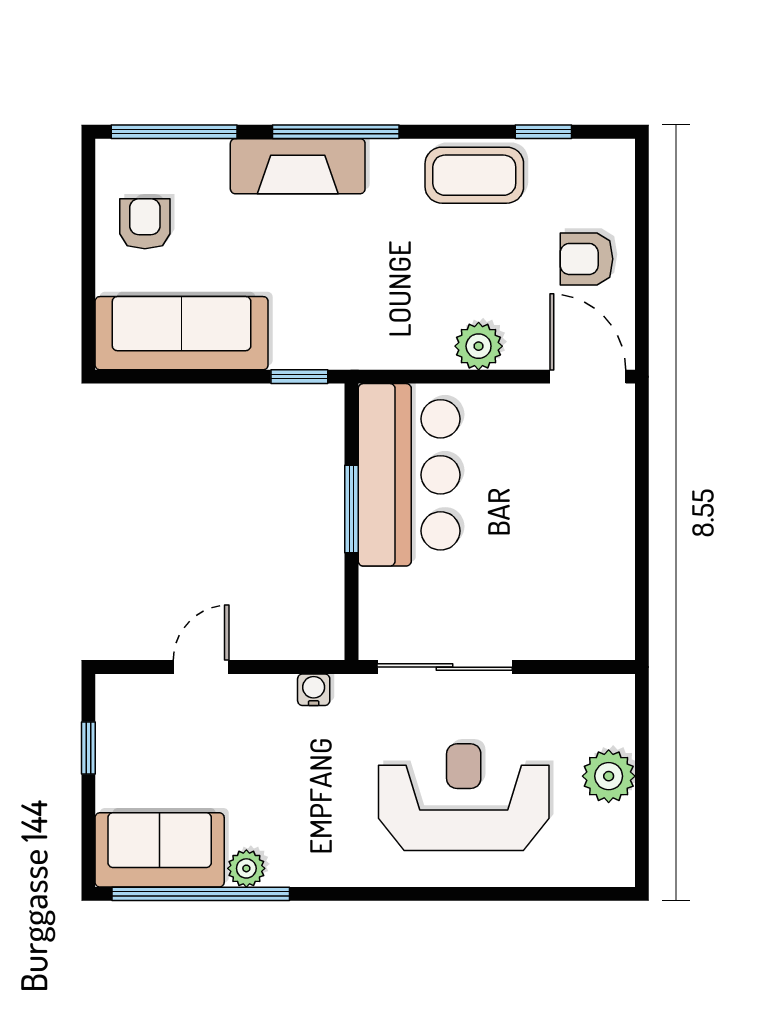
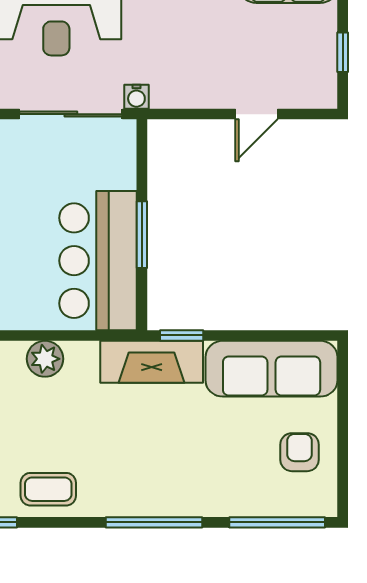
fireplace: (298, 166) -> (152, 362), moved, turned 180
coffee table: (474, 175) -> (48, 489), width x0.73, depth x0.77
armchair: (145, 224) -> (300, 452), turned 180
water cooler: (314, 690) -> (136, 97), moved

